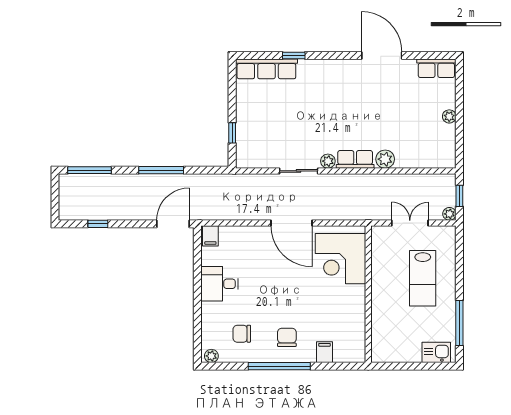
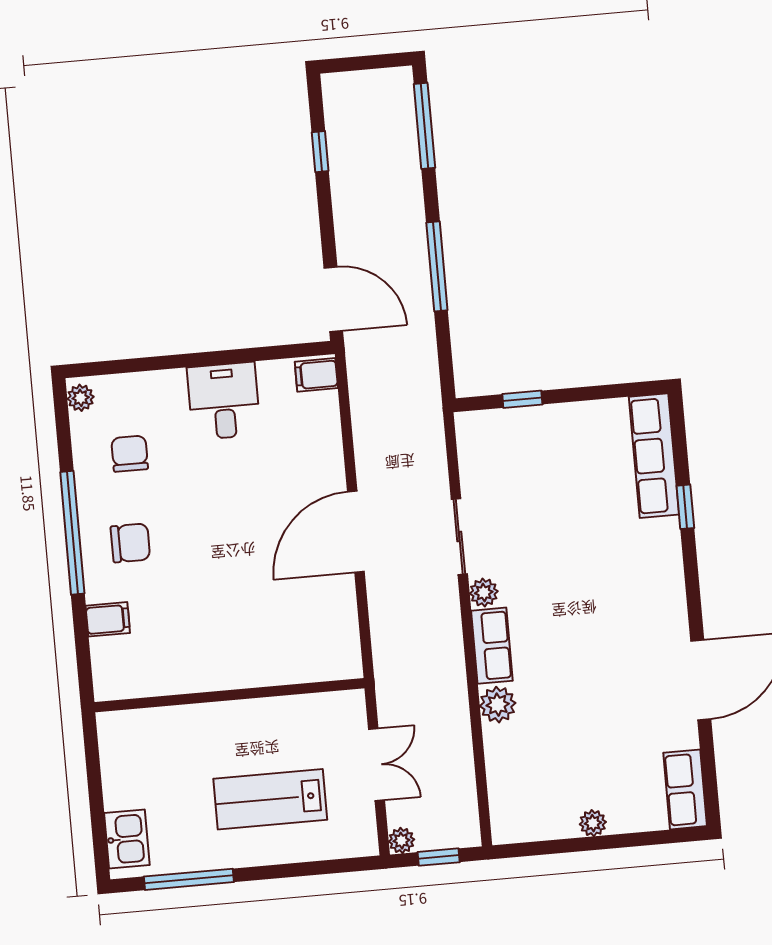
corner desk: (341, 259) -> (294, 634), removed

